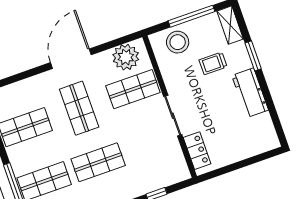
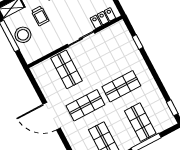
stool: (178, 42) -> (23, 35), moved
plant: (126, 57) -> (45, 78), removed
shop shelf: (98, 162) -> (121, 86), turned 90

